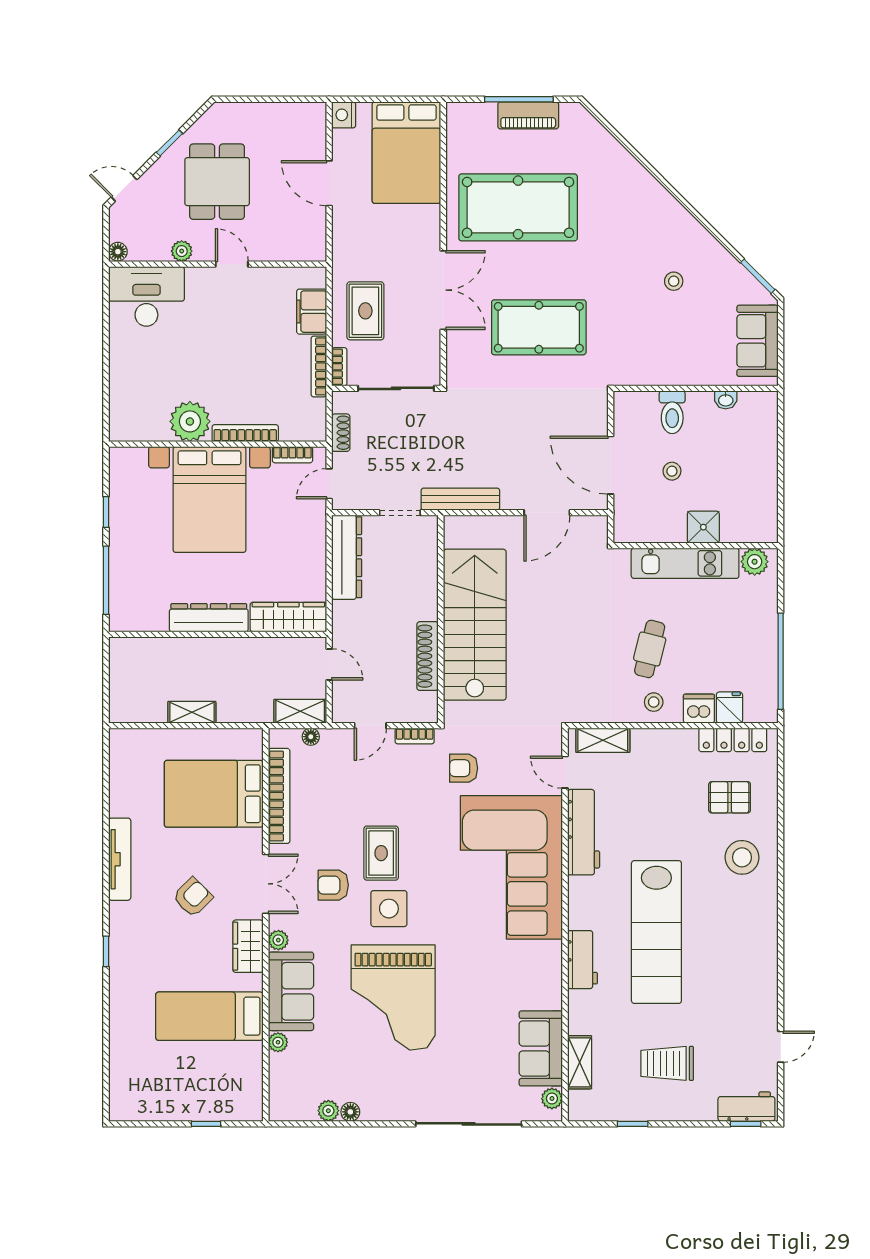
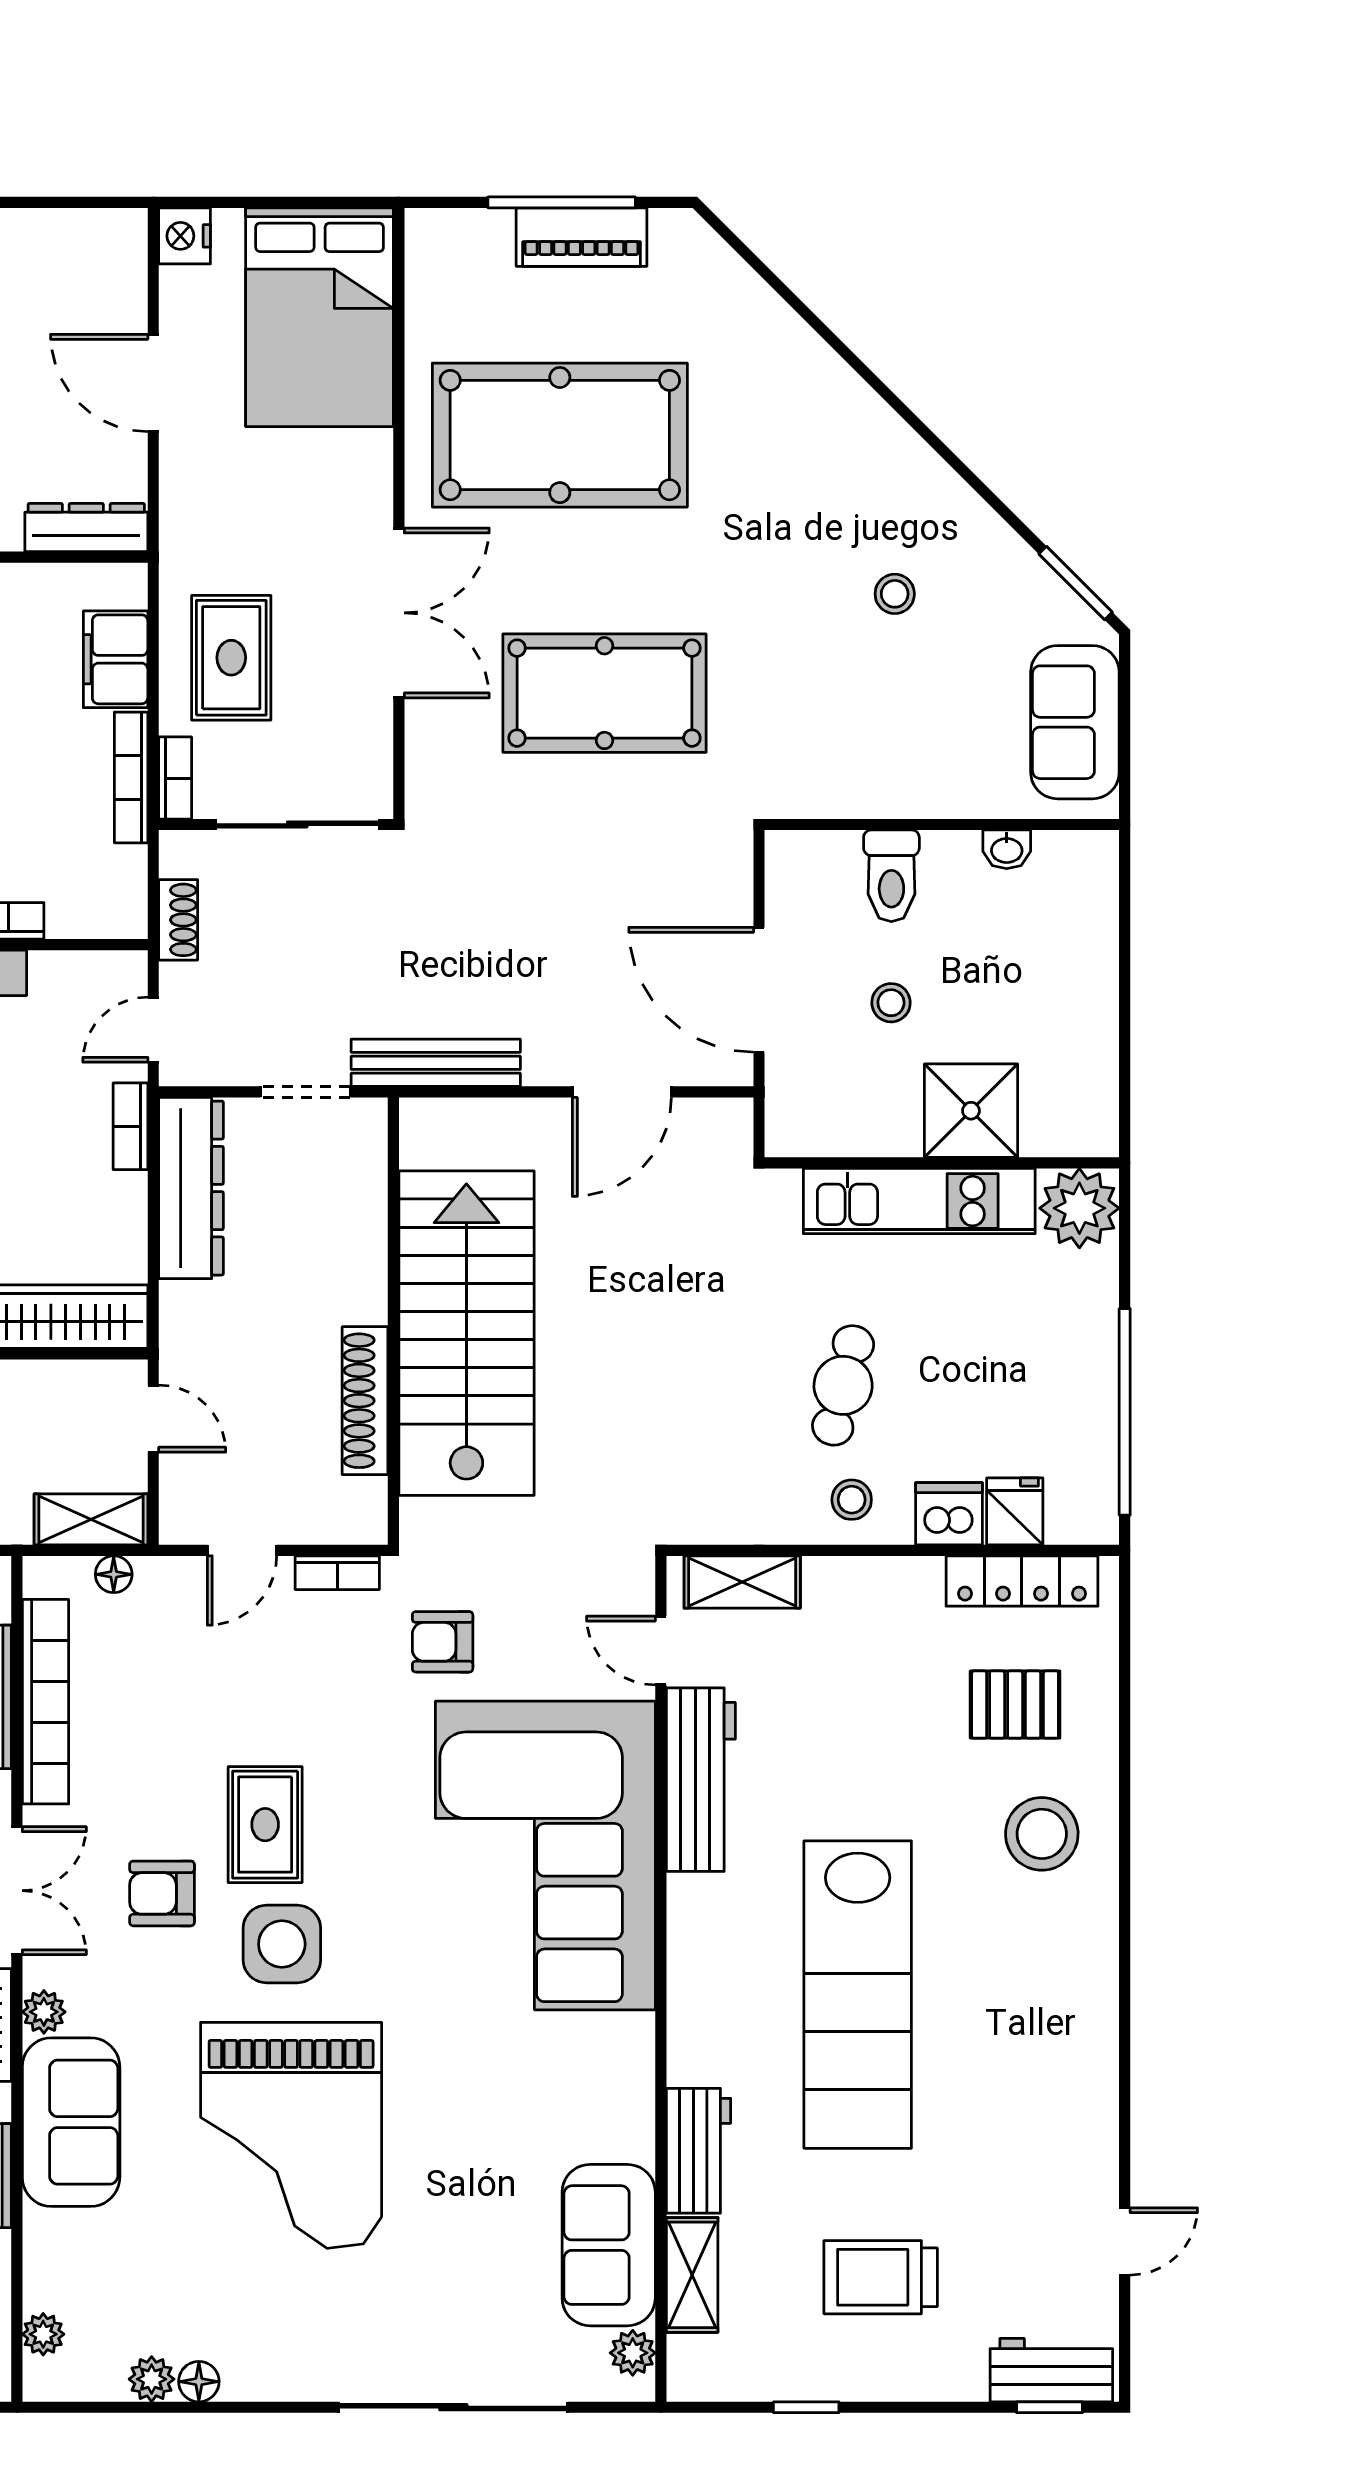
dresser: (298, 250) -> (86, 528), added
bookcase: (292, 455) -> (130, 1126), moved, turned 90
shower: (703, 527) -> (971, 1111), width x1.36, depth x1.36
plant: (755, 562) -> (1079, 1208), width x1.36, depth x1.36
workbench: (583, 960) -> (698, 2151), moved
plant: (278, 1042) -> (43, 2334), moved

